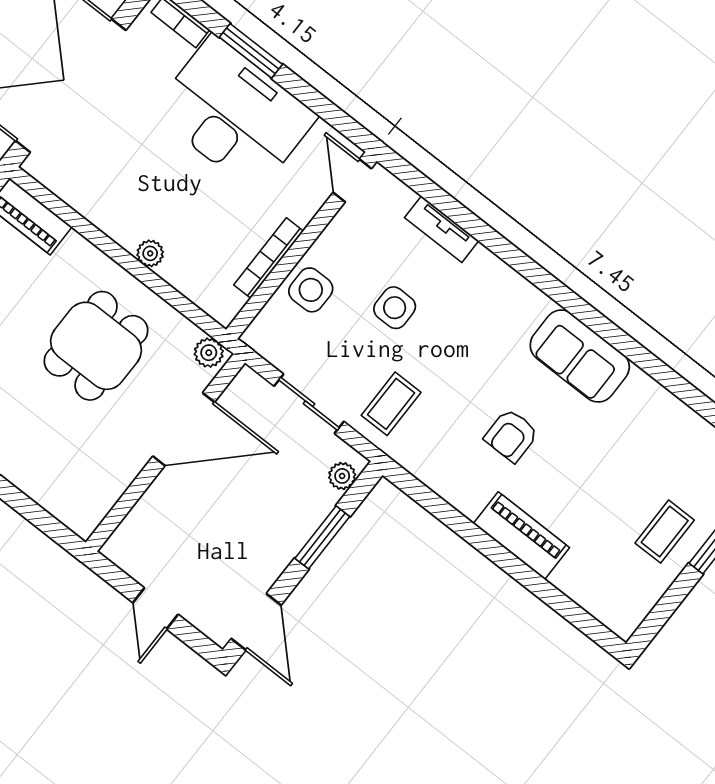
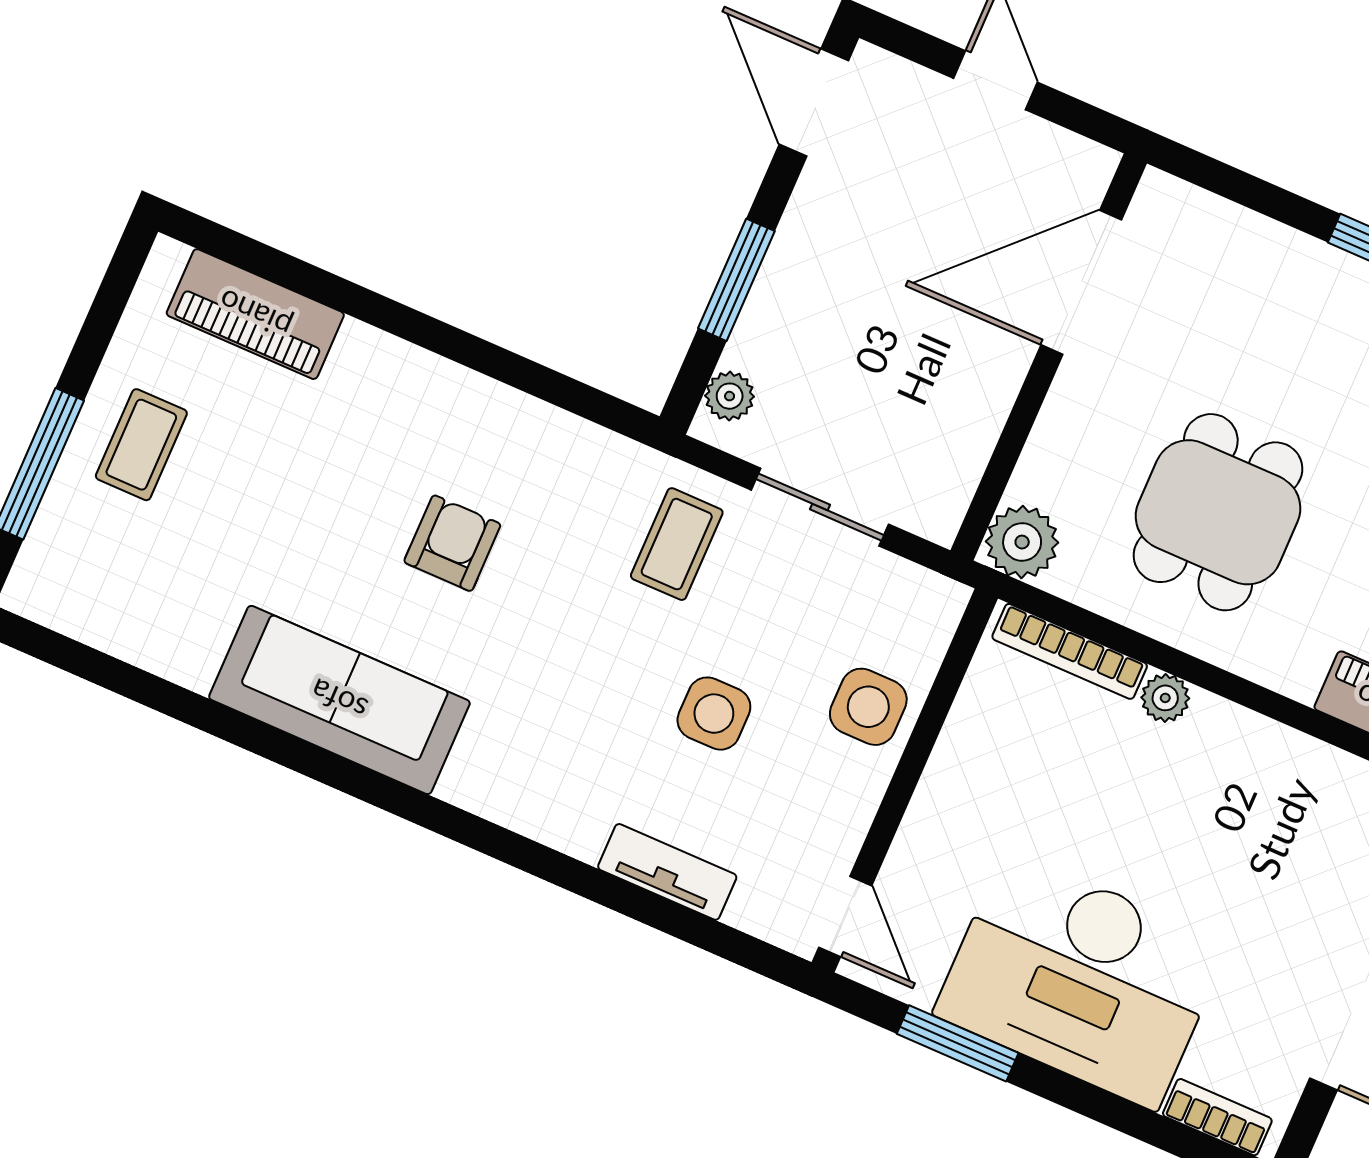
window: (251, 51) -> (958, 1043), moved
bookcase: (269, 258) -> (1070, 651), moved, turned 90
plant: (209, 353) -> (1022, 542), width x1.38, depth x1.38
sofa: (580, 356) -> (339, 700), width x1.36
door: (184, 429) -> (1081, 282), moved
piano: (521, 536) -> (255, 314), moved

